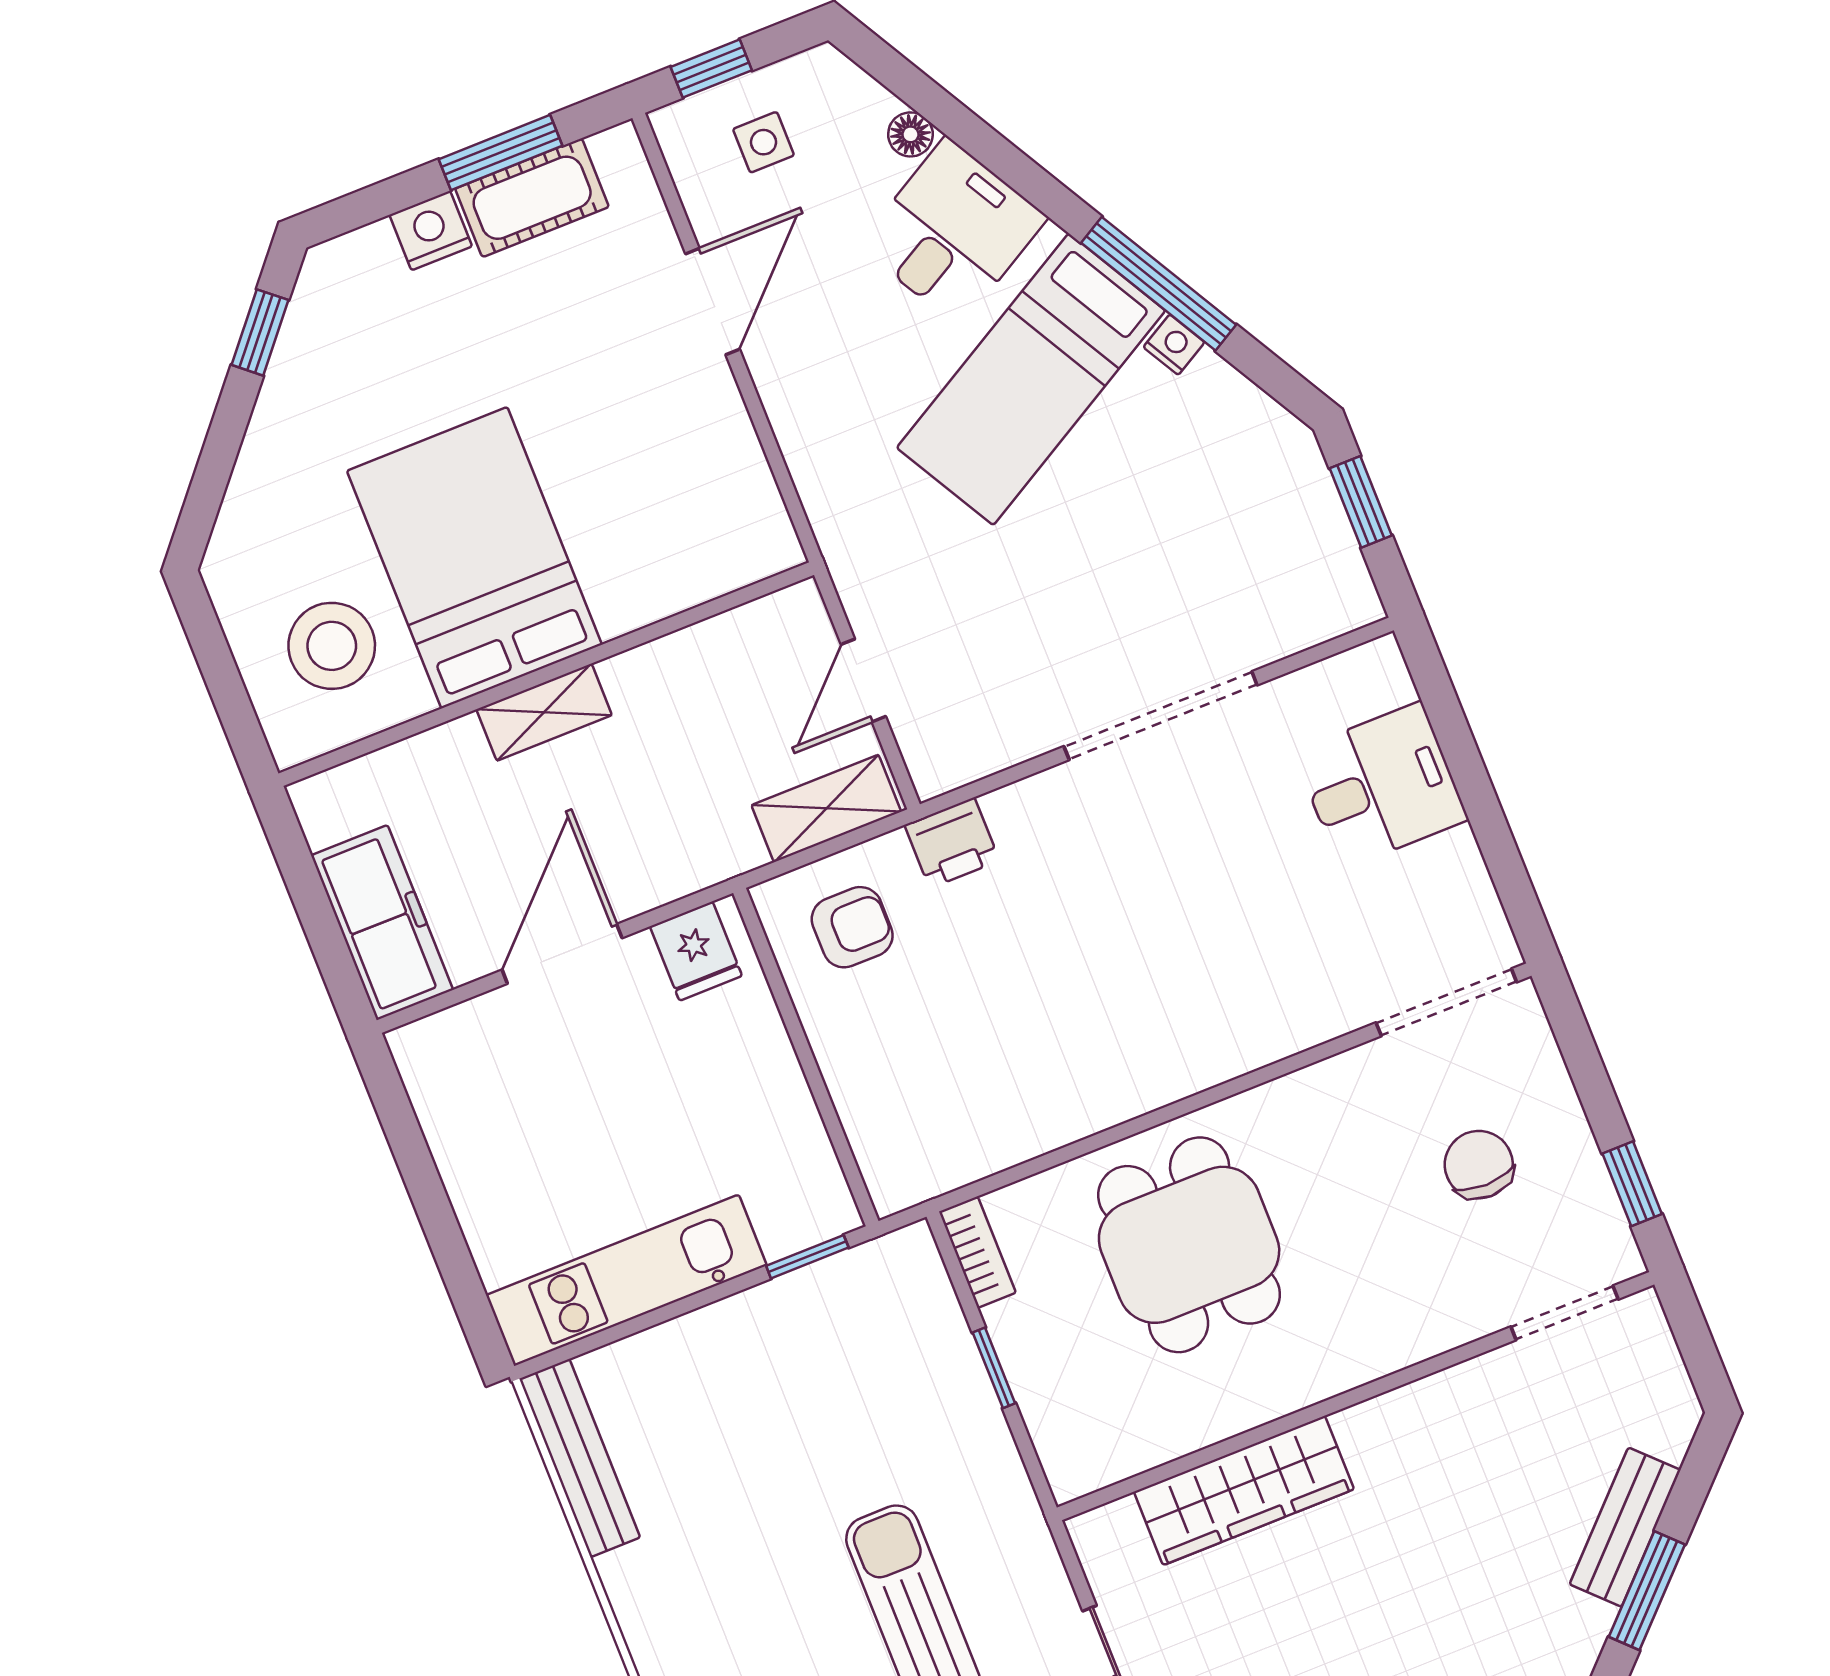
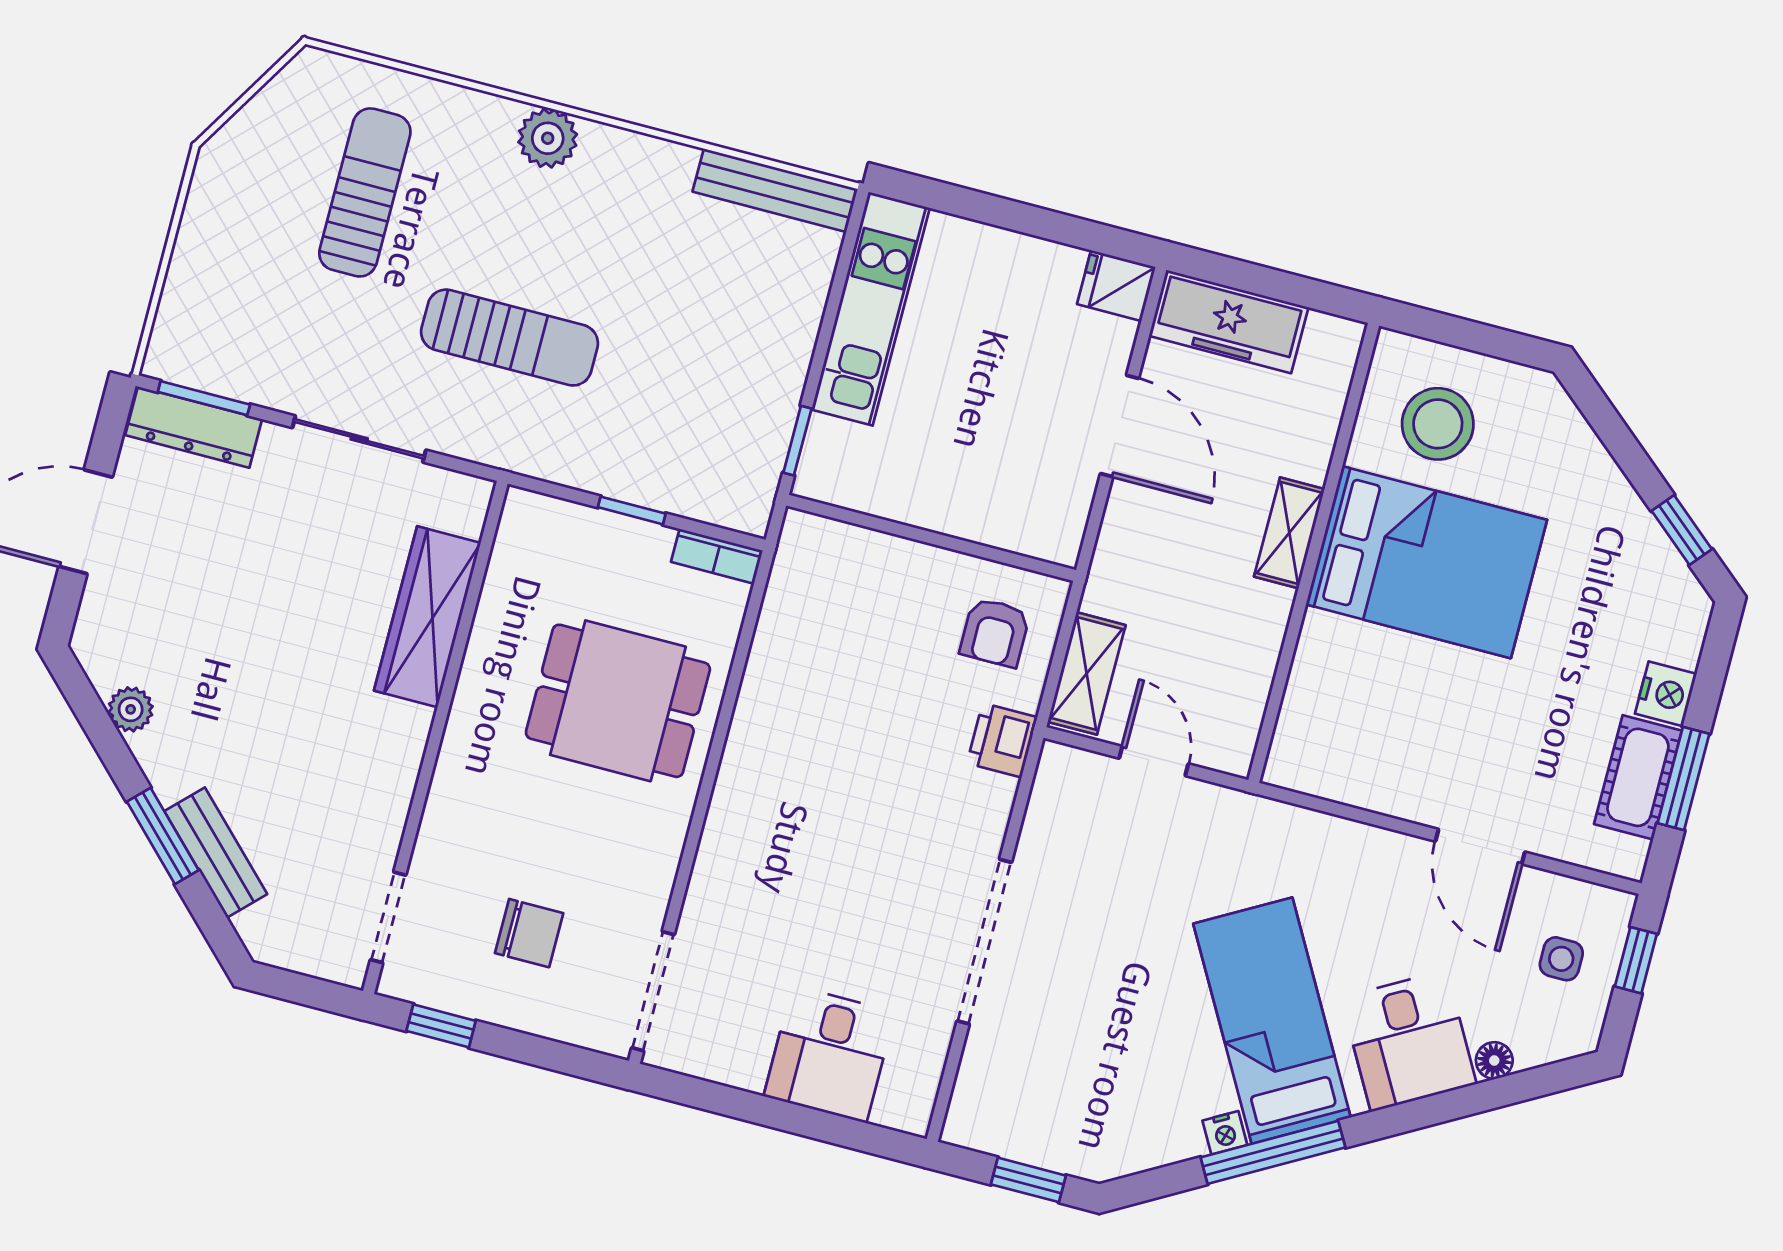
fridge: (696, 951) -> (1116, 286), moved

